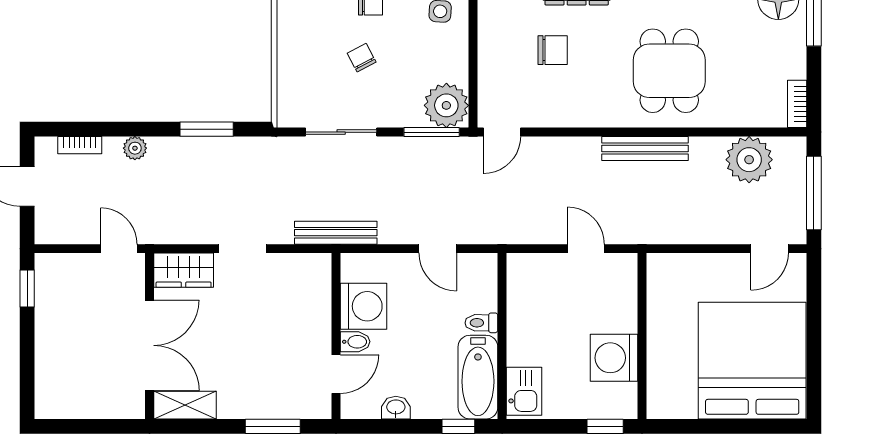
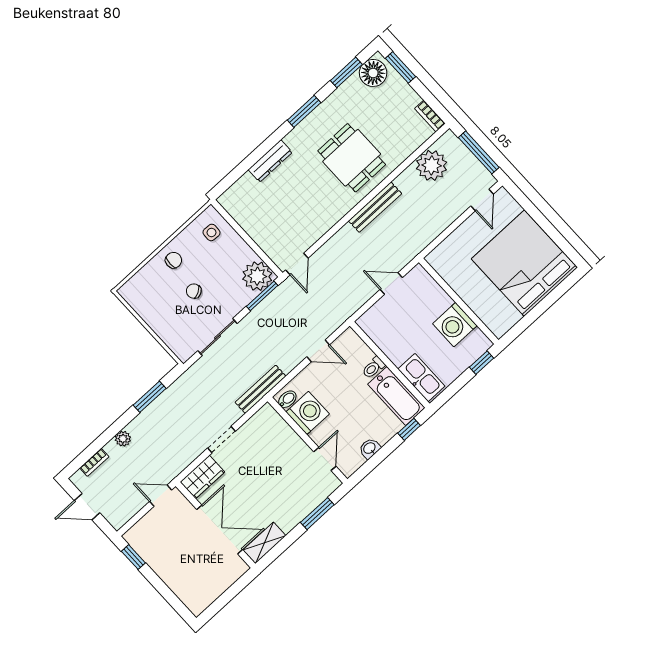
chair: (553, 50) -> (285, 201), removed
bidet: (355, 342) -> (287, 399), moved
kitchen sink: (524, 391) -> (421, 378), width x1.38

